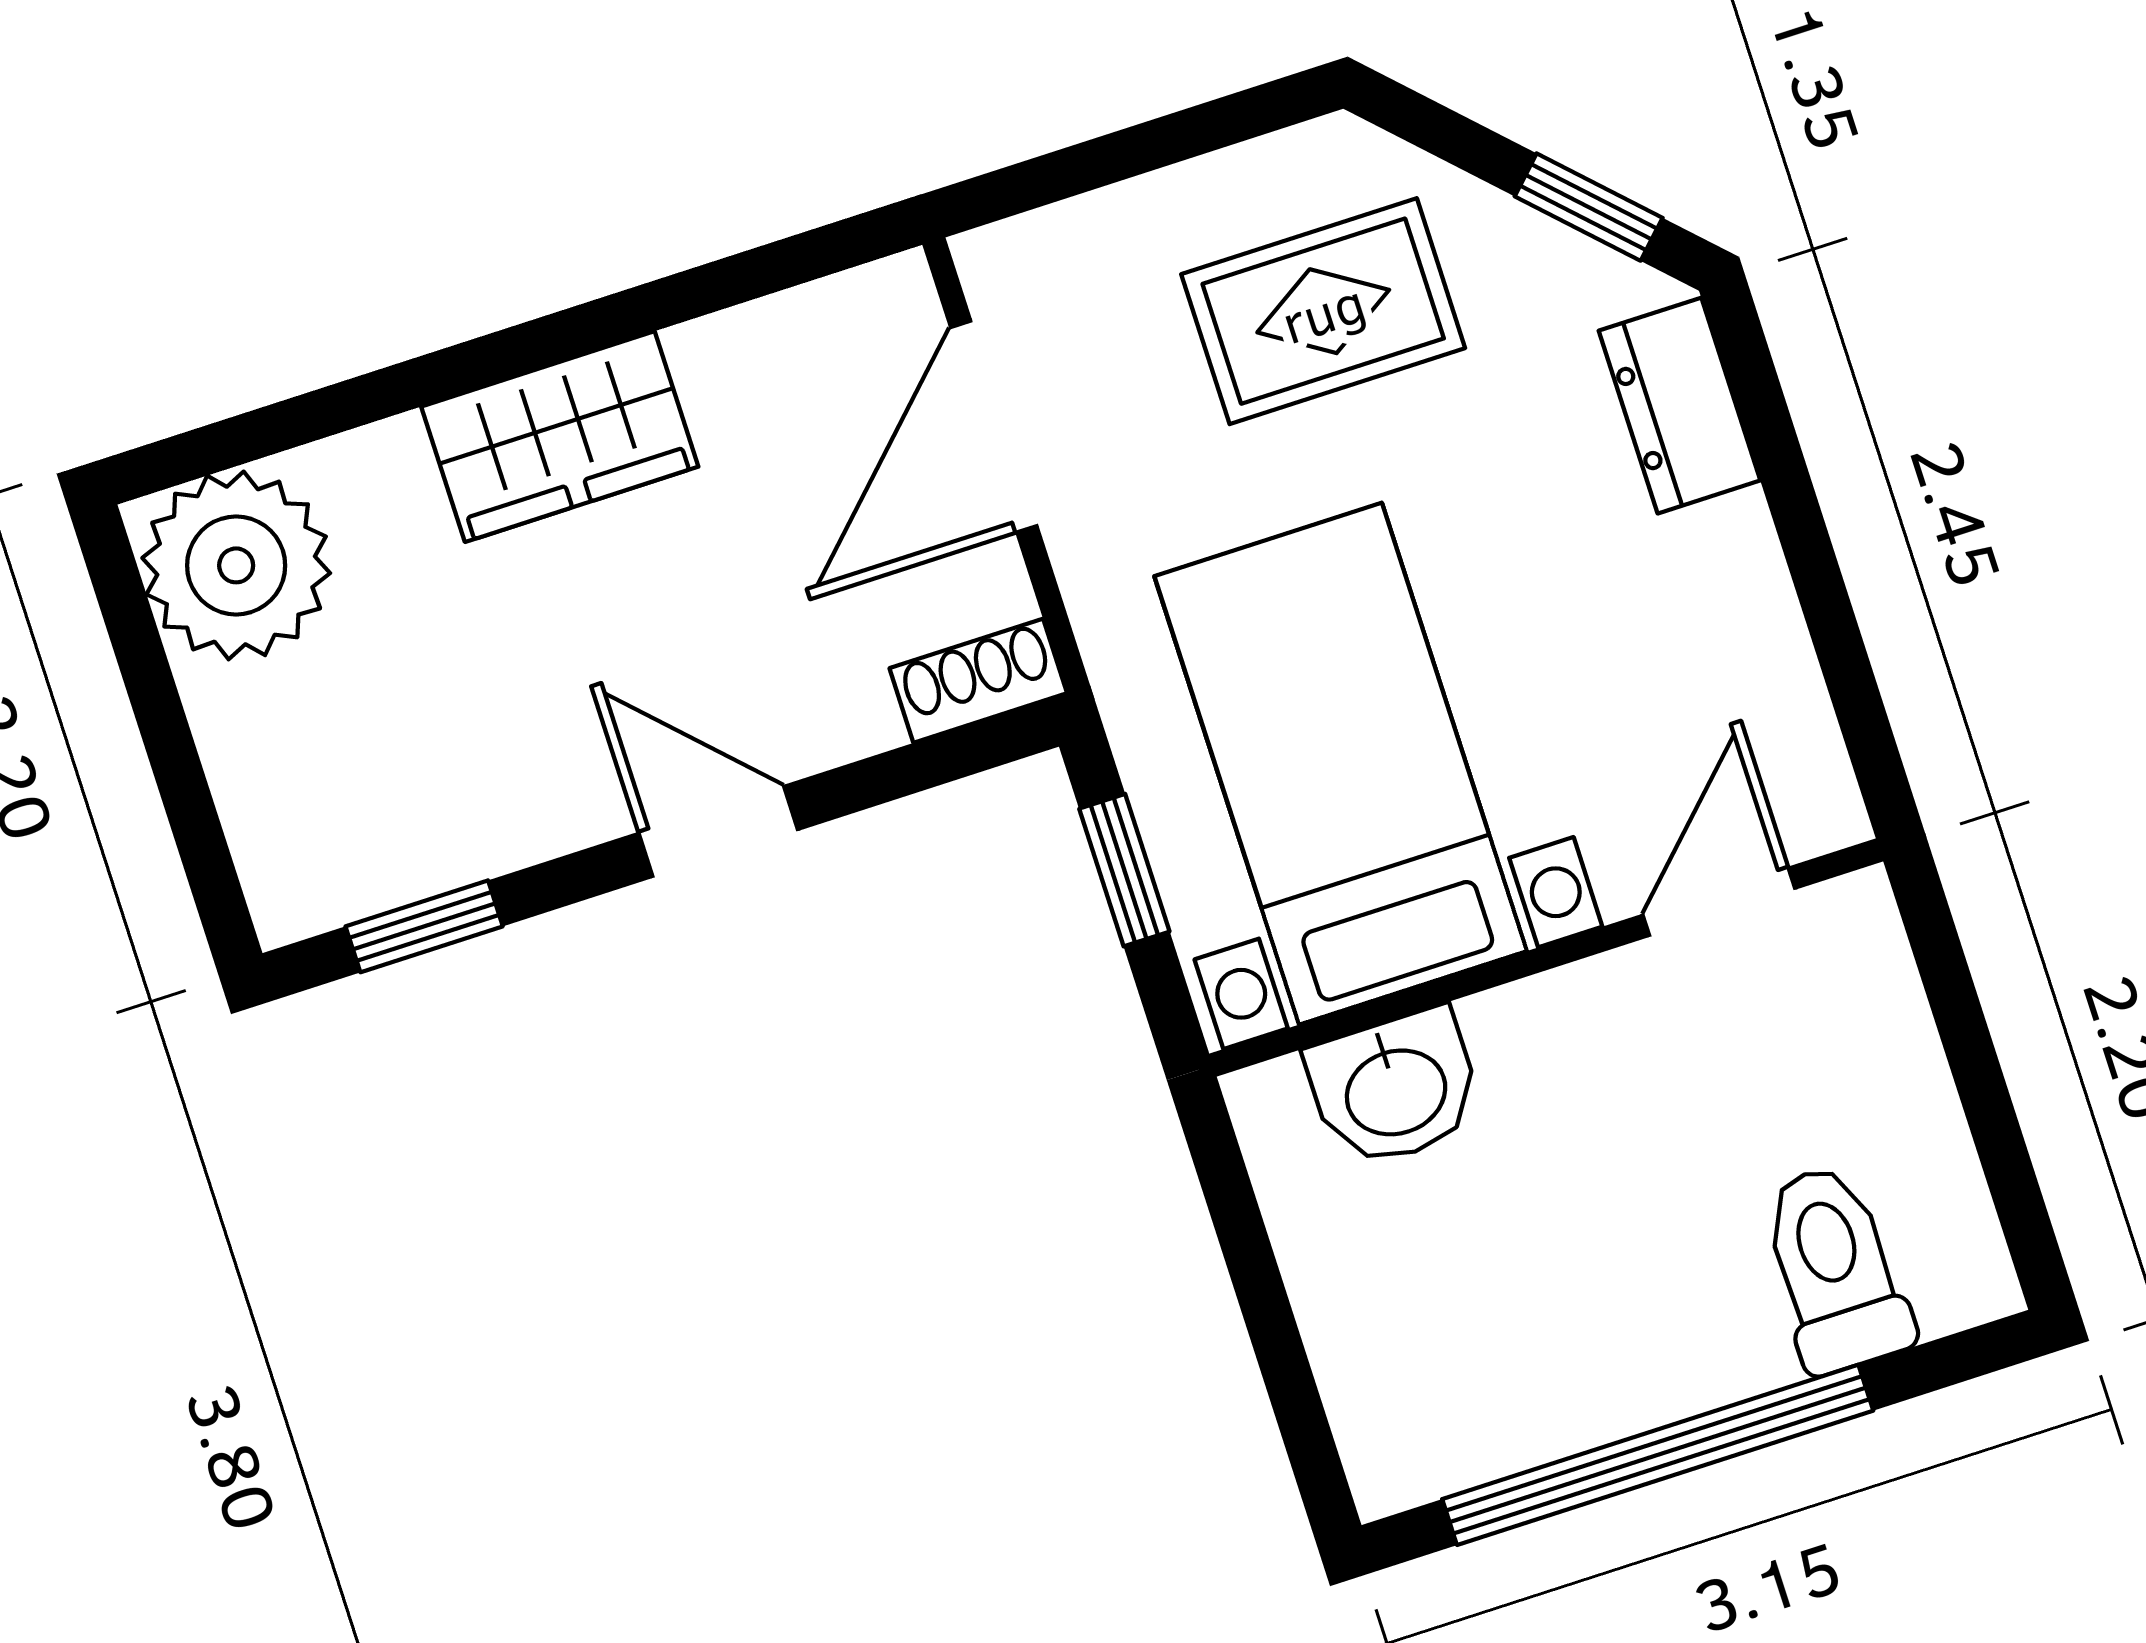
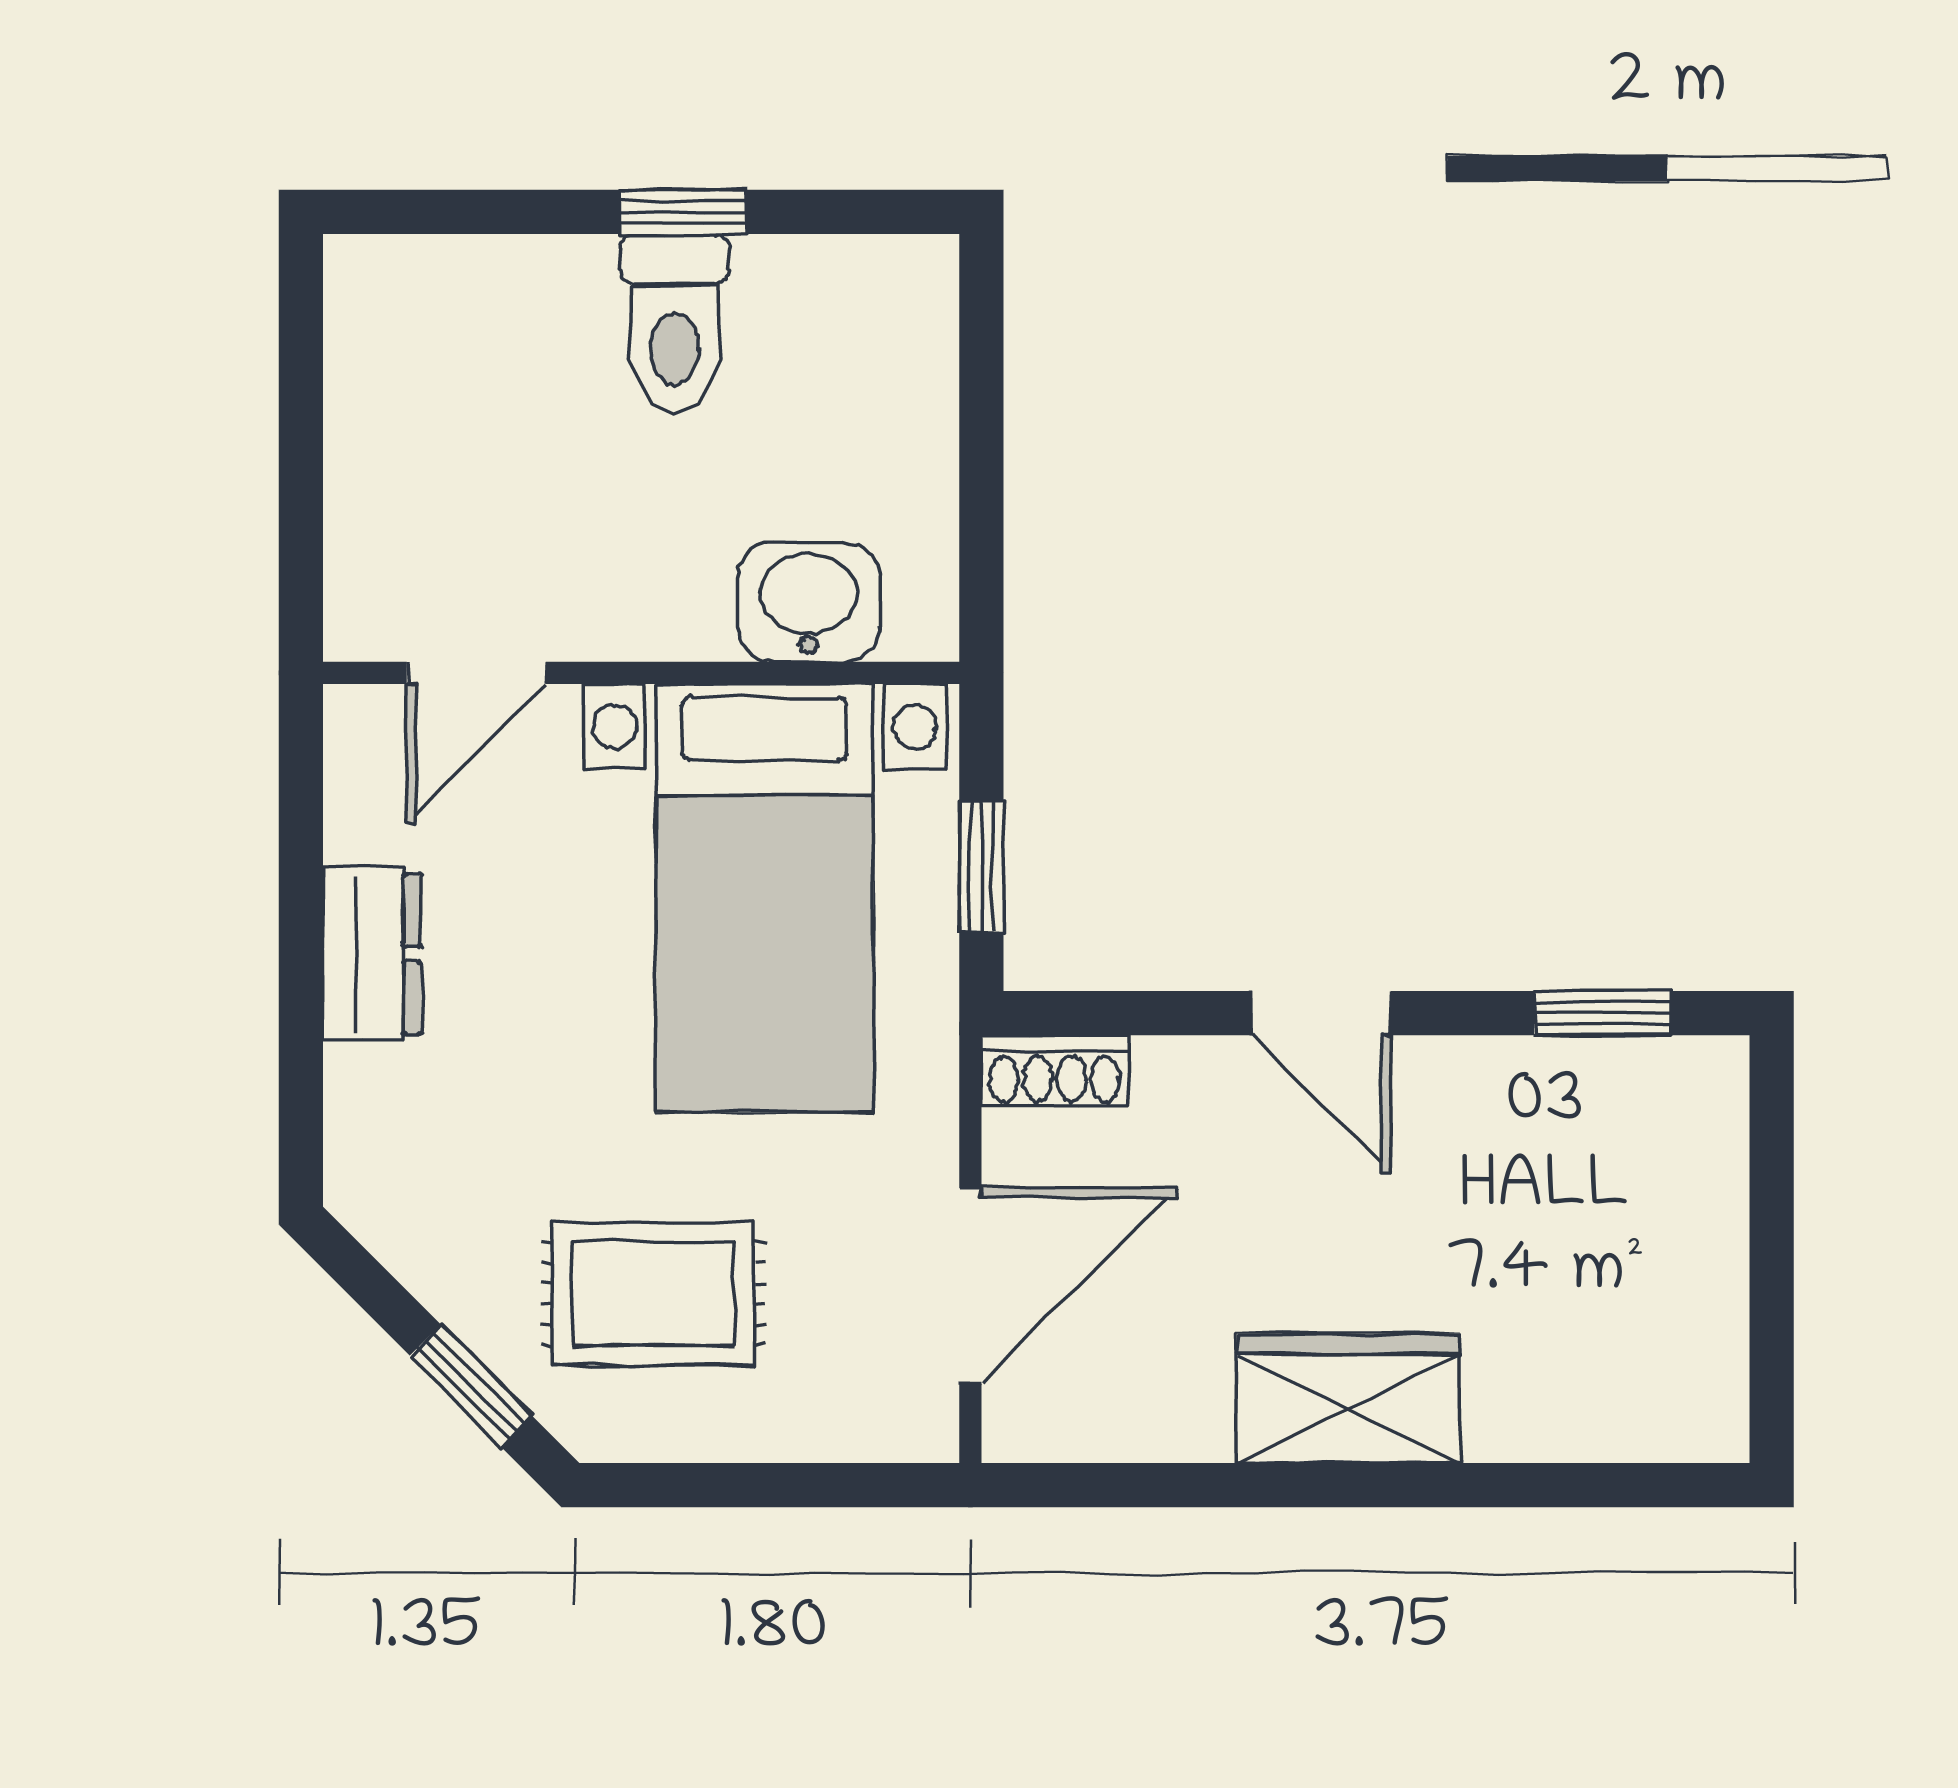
window: (1589, 207) -> (471, 1386), moved
dresser: (1679, 406) -> (372, 954), moved
plant: (236, 565) -> (1664, 1377), removed
toilet: (1835, 1268) -> (675, 324), moved
window: (1658, 1455) -> (684, 212), width x0.32

